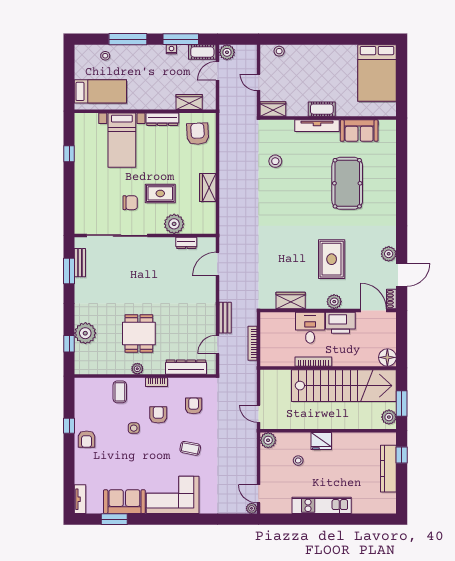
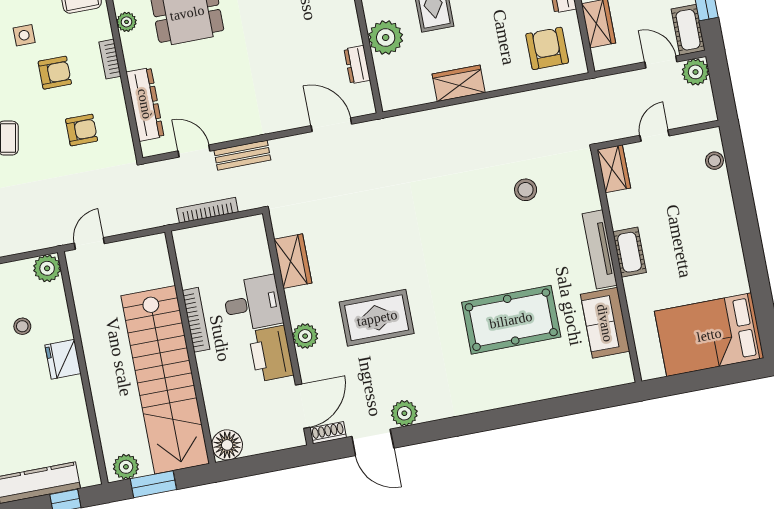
armchair: (198, 134) -> (547, 48), turned -87

